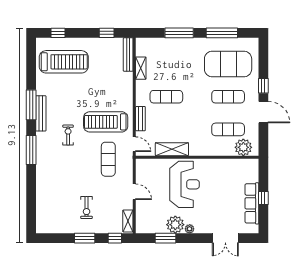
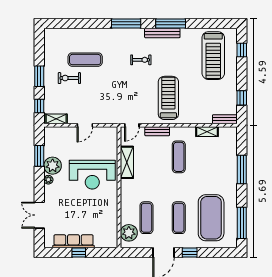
window: (222, 33) -> (242, 223), moved
bench: (128, 55) -> (225, 119), width x0.73
treadmill: (106, 122) -> (168, 98), moved
exercise mat: (108, 159) -> (85, 60), moved

